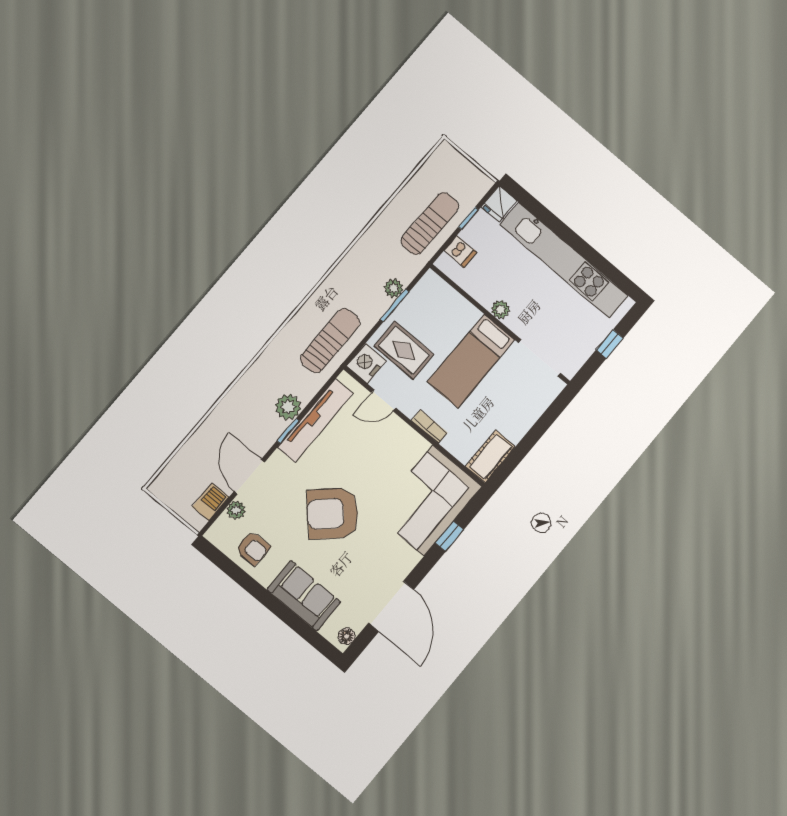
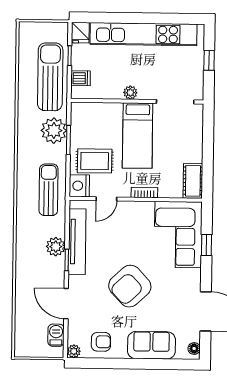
sun lounger: (430, 223) -> (50, 77), width x1.36, depth x1.34
plant: (394, 288) -> (54, 131), width x1.88, depth x1.88
plant: (236, 510) -> (74, 351), moved

